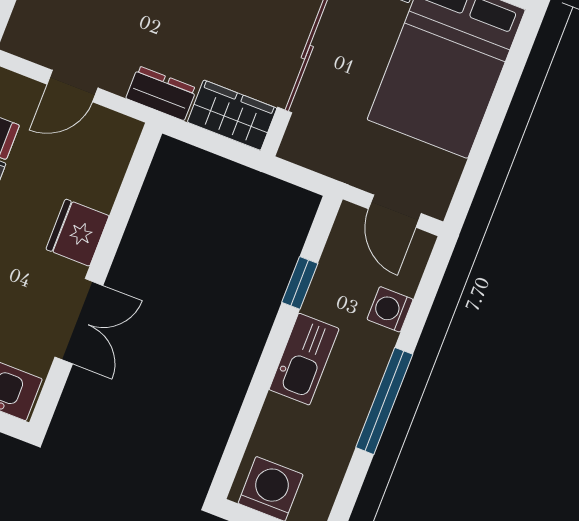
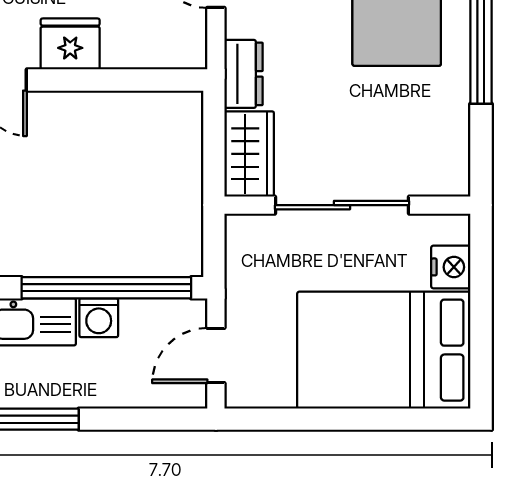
window: (300, 283) -> (106, 288), width x3.17
washing machine: (390, 309) -> (99, 318), moved, turned 180

